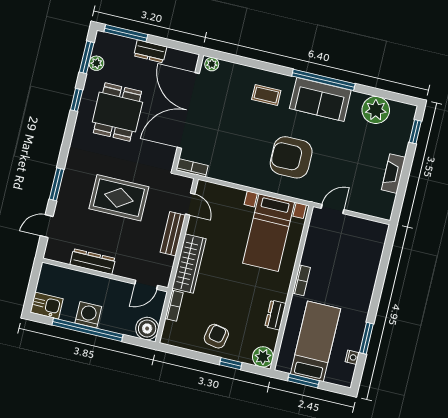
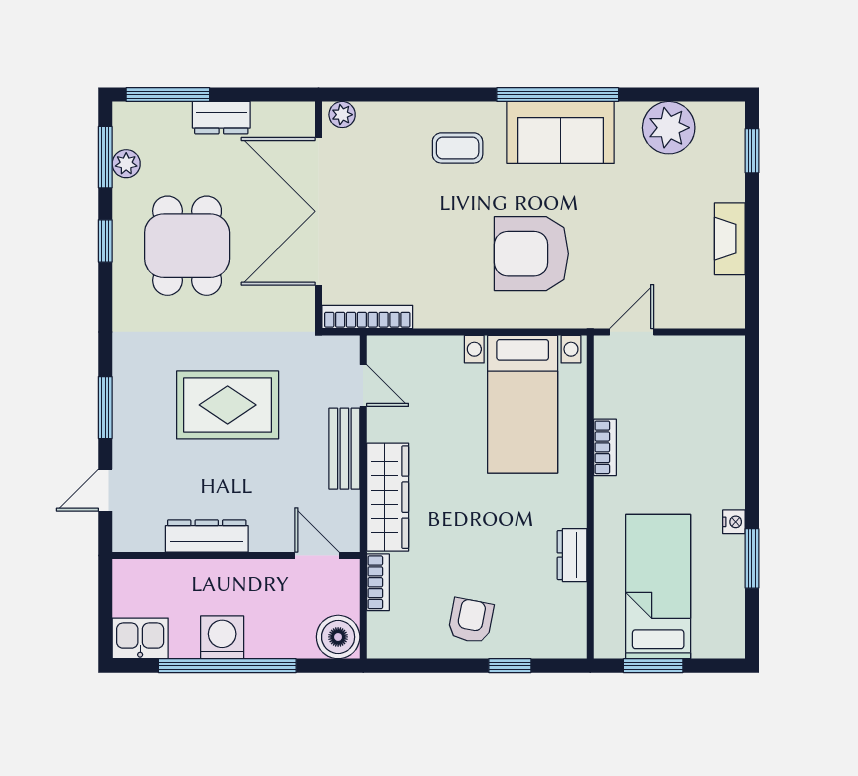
bookcase: (192, 168) -> (367, 317), width x1.56
bookcase: (301, 280) -> (605, 447), moved
door: (146, 285) -> (317, 556), swing flipped
plant: (263, 357) -> (567, 639), removed
nightstand: (352, 357) -> (734, 522), moved

